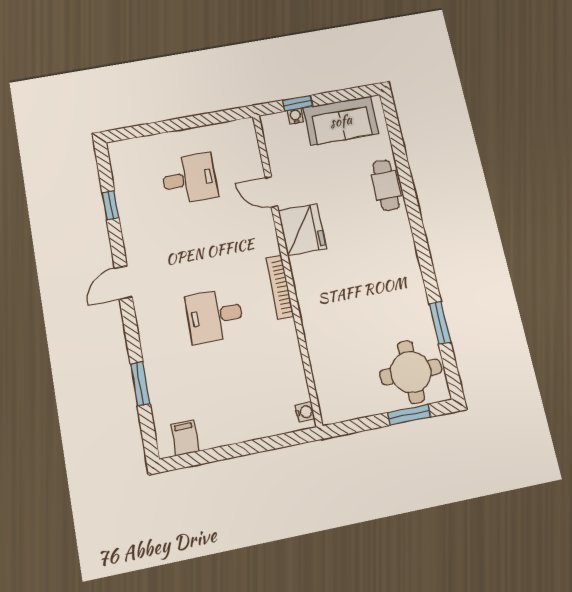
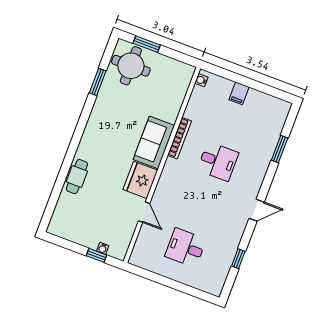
sofa: (341, 121) -> (154, 143), moved, turned -90
bookcase: (280, 287) -> (179, 138), moved
filing cabinet: (185, 438) -> (239, 93), moved

